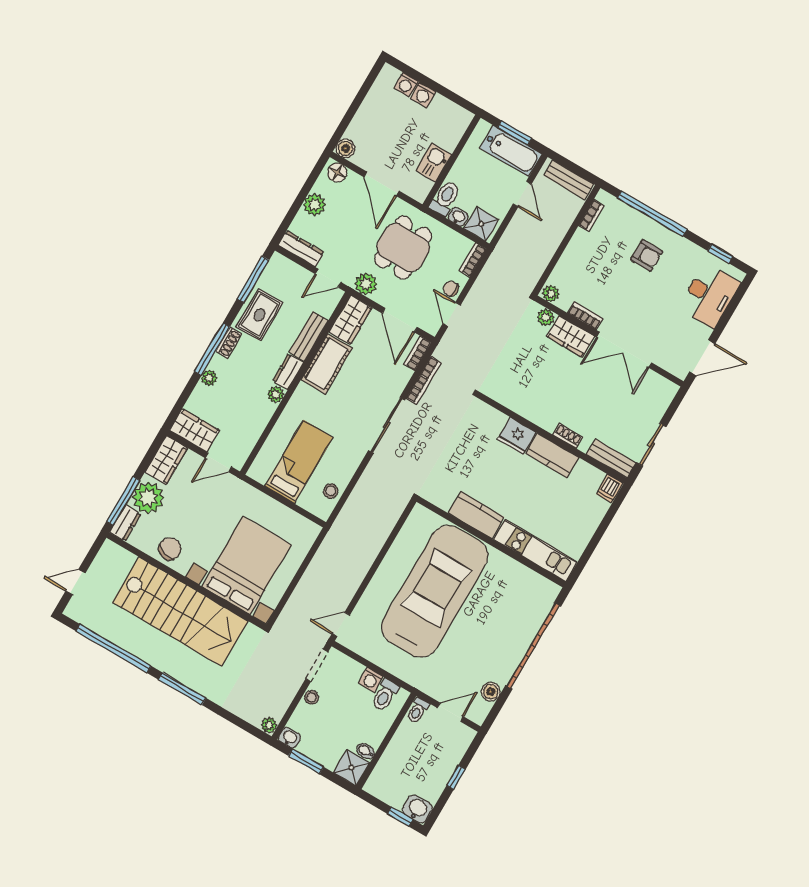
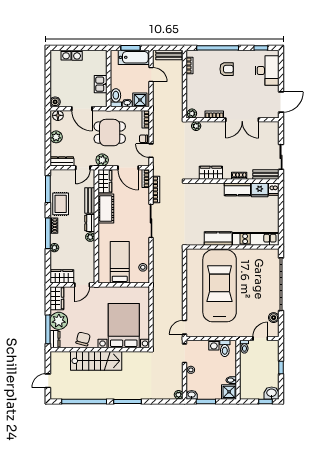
dining table: (403, 247) -> (110, 133), turned 90
wardrobe: (571, 336) -> (211, 173), moved, turned 180
fridge: (517, 436) -> (260, 190), moved
stairs: (180, 612) -> (96, 361), width x0.73, depth x0.66

